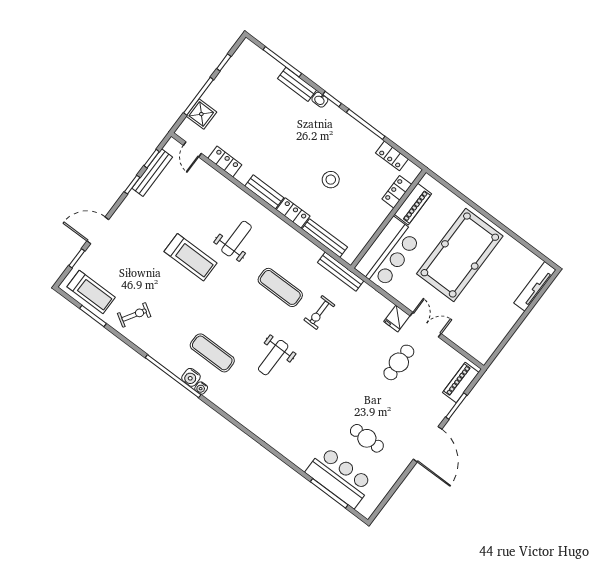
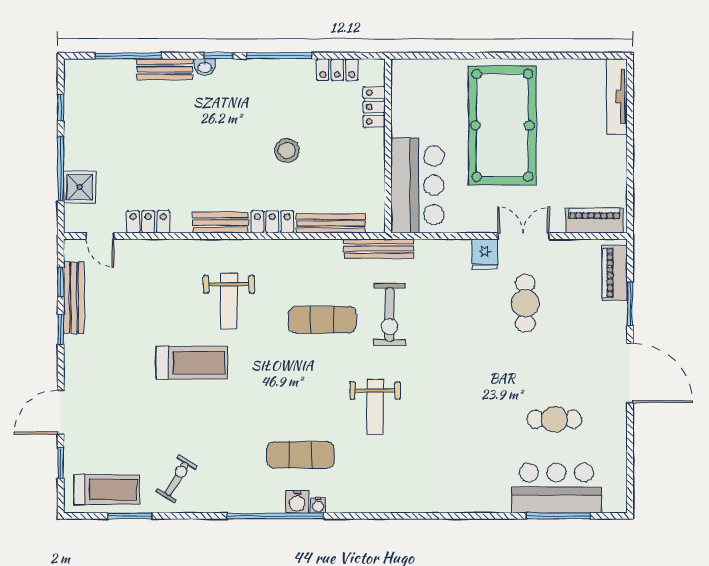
piano: (413, 204) -> (594, 220), moved, turned -90
weight bench: (237, 239) -> (229, 301), turned 180
exercise bike: (319, 312) -> (390, 315), width x1.38, depth x1.39

